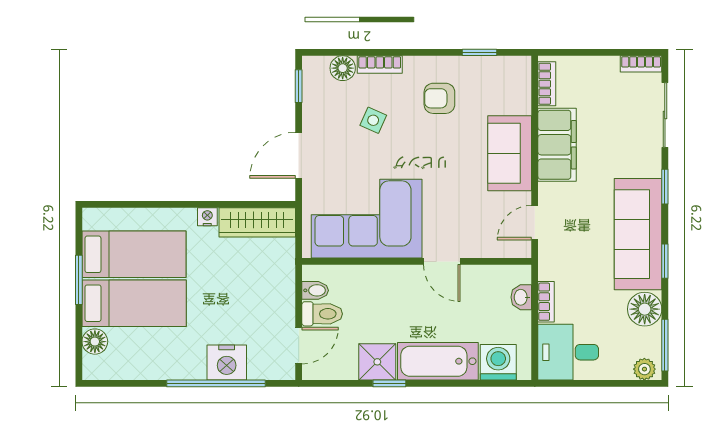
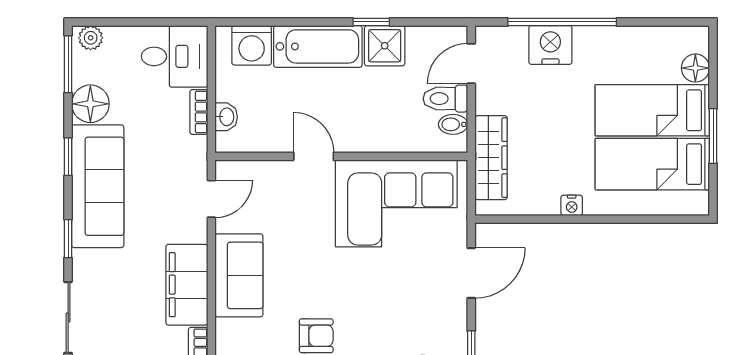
side table: (373, 120) -> (389, 312), removed
wardrobe: (257, 222) -> (491, 158), moved, turned 90

